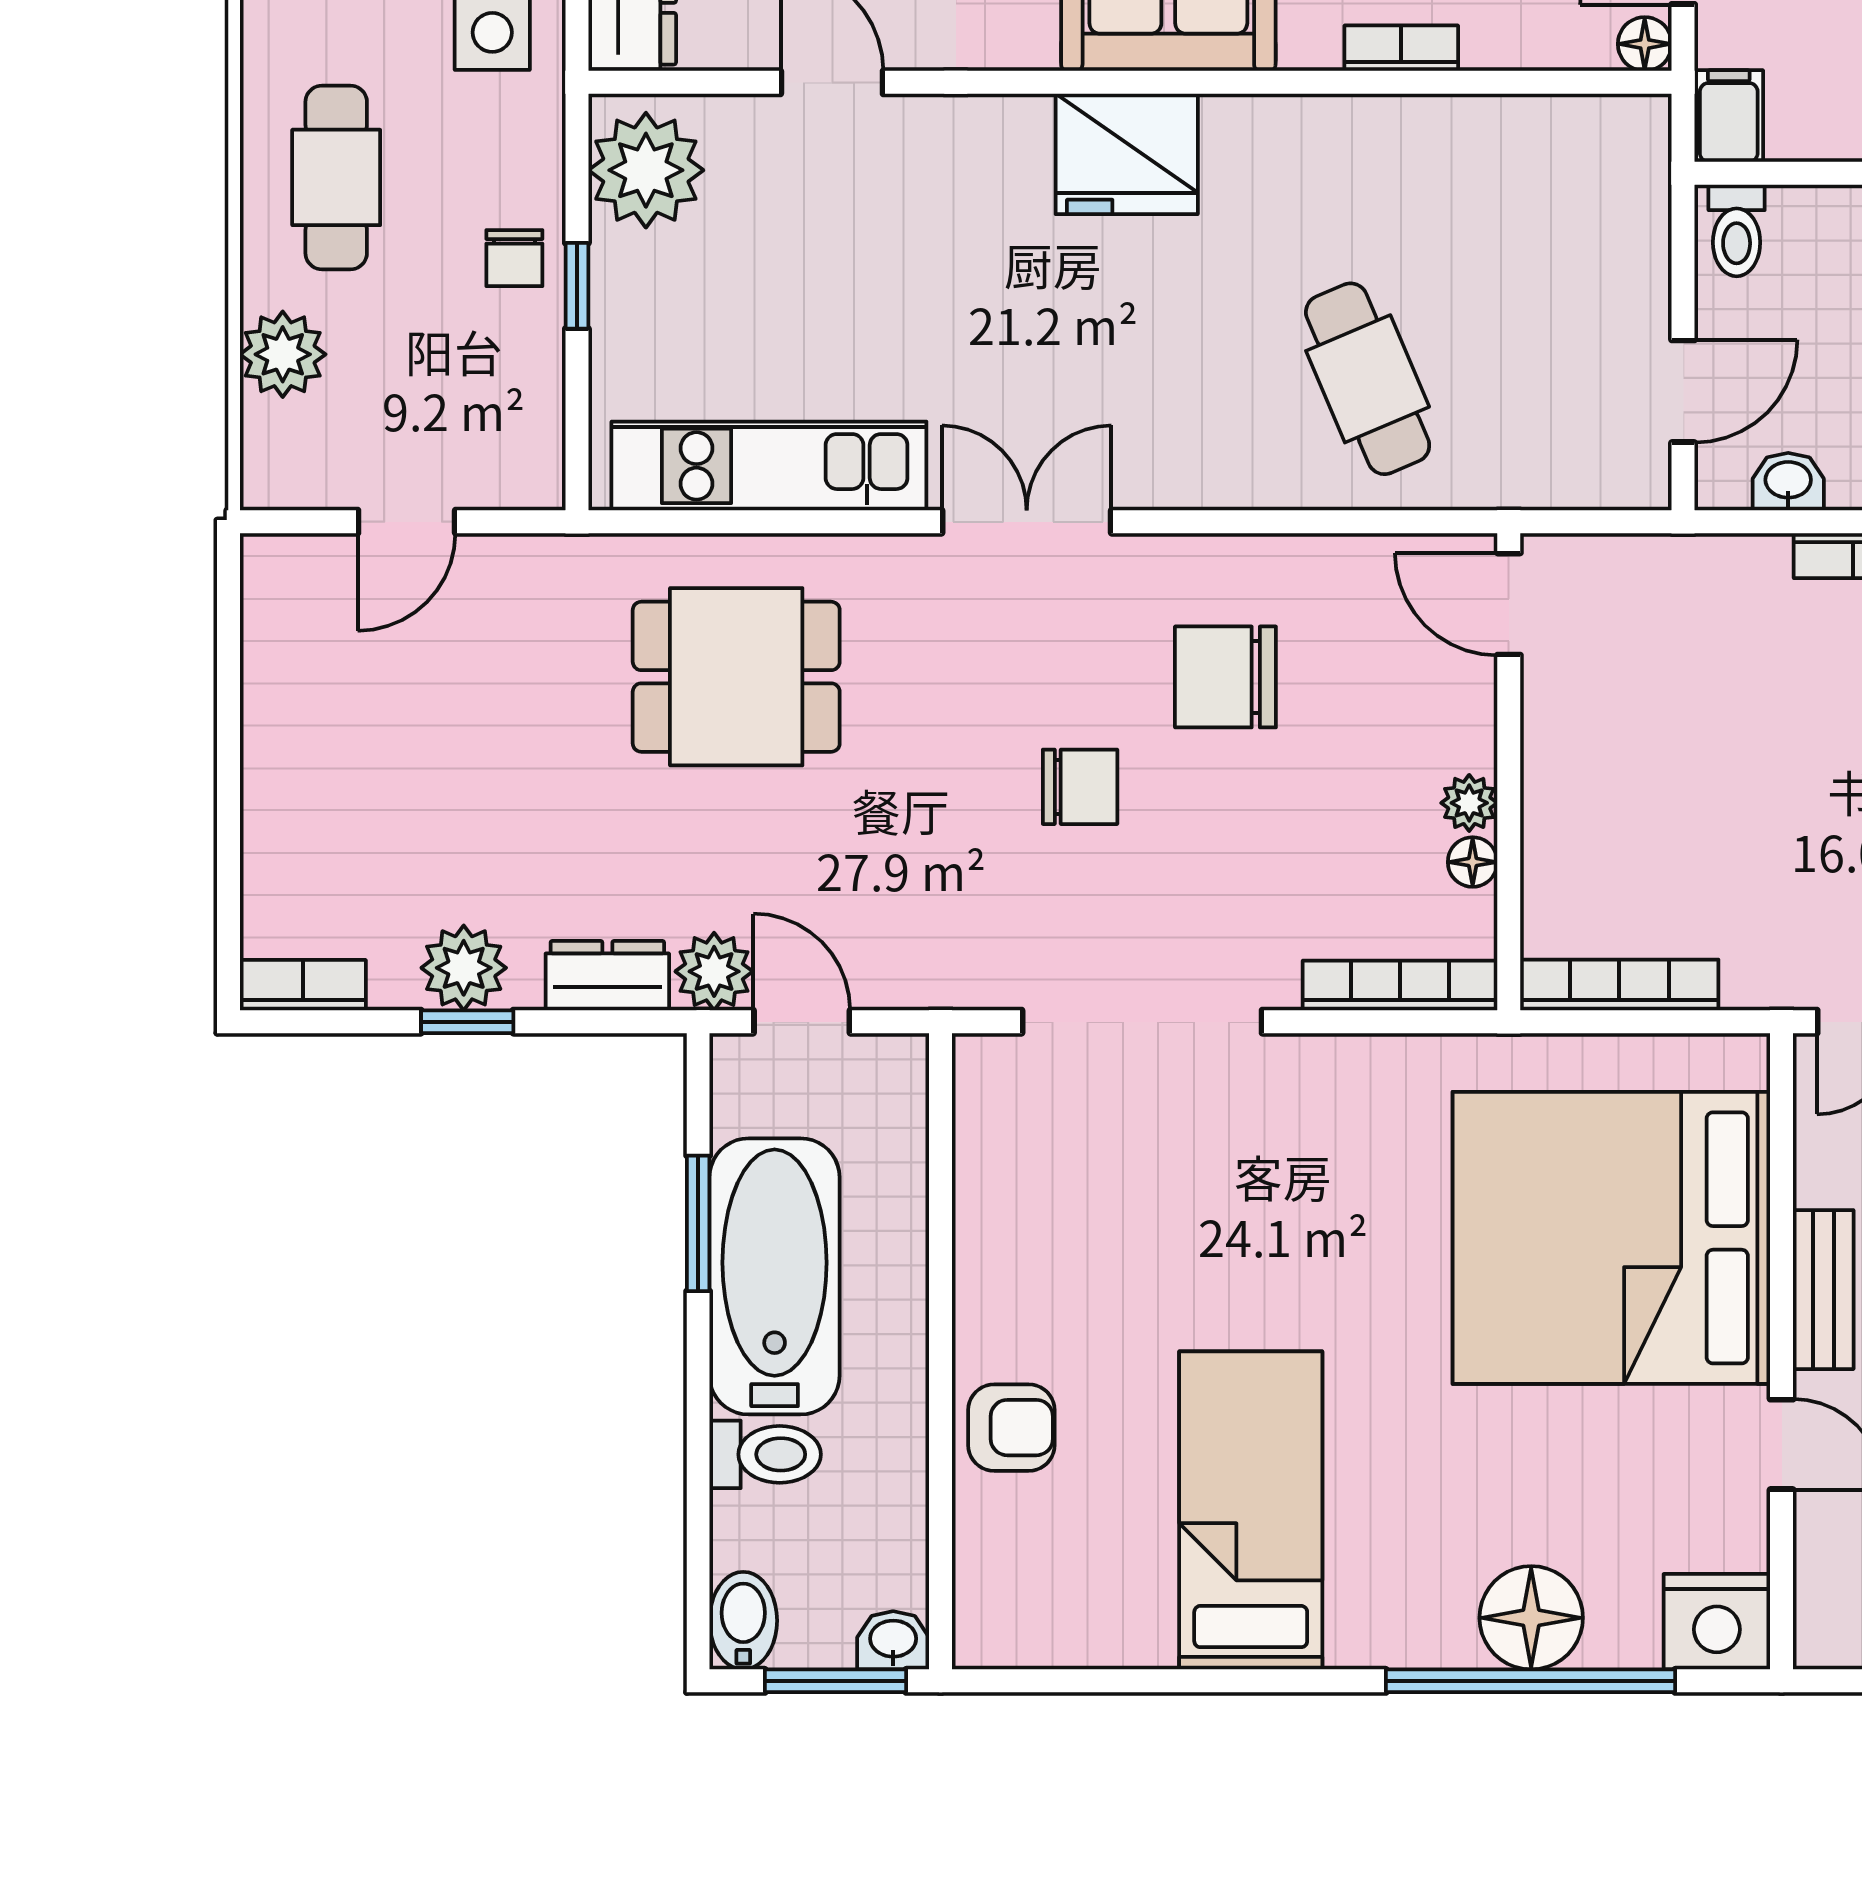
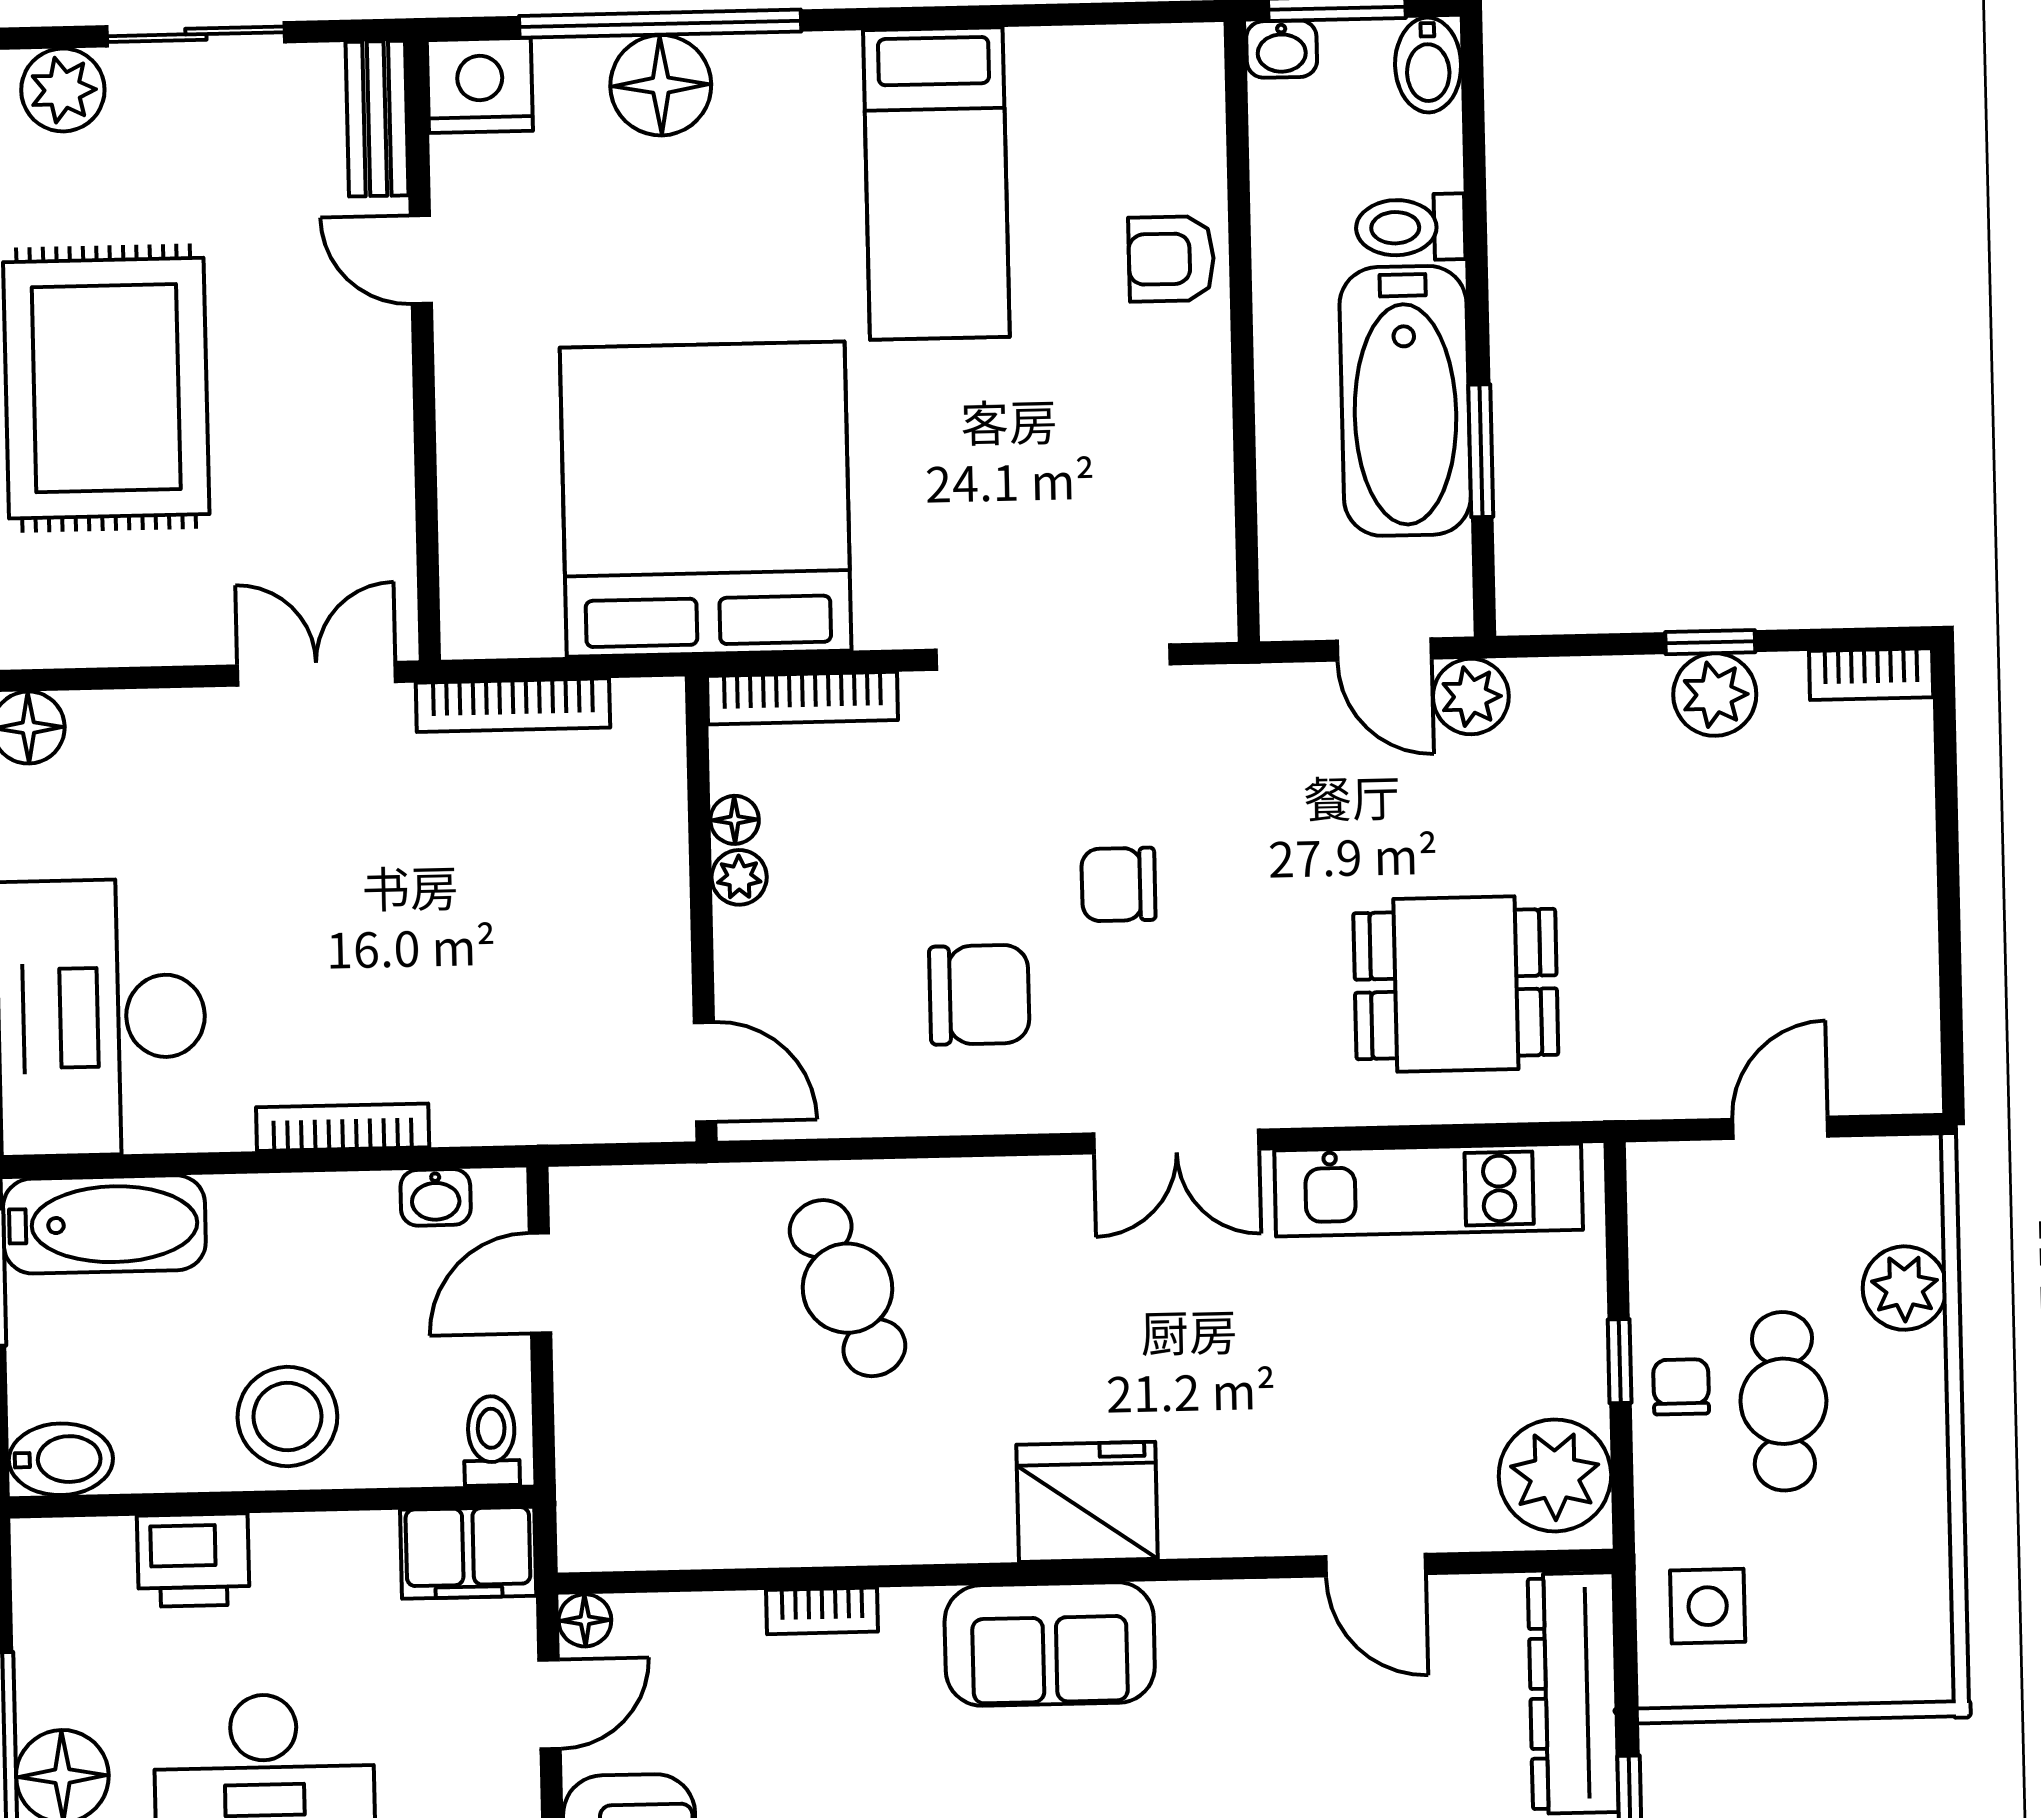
filing cabinet: (1729, 116) -> (468, 1553), width x2.00
cafe table: (336, 177) -> (1783, 1401), moved
dresser: (607, 976) -> (1575, 690), removed
bookcase: (1619, 985) -> (513, 705), moved
bed: (1611, 1238) -> (706, 499), moved, turned -90
bench: (1823, 1290) -> (377, 119), moved

